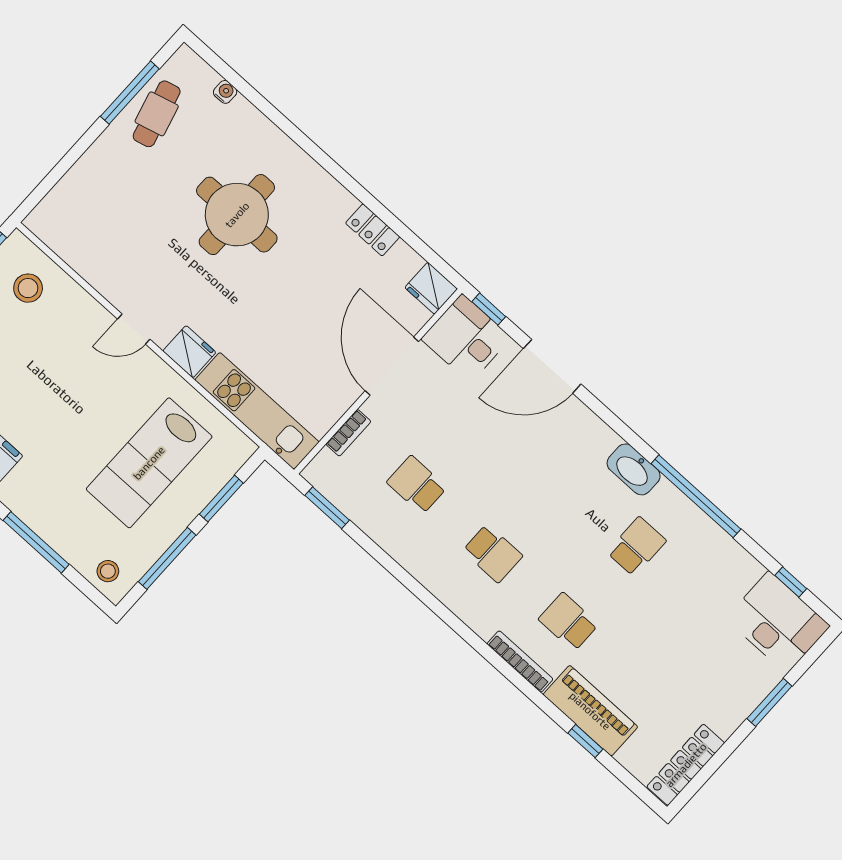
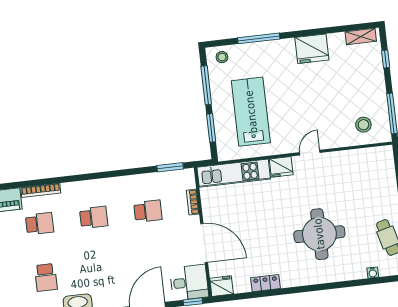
school desk: (493, 553) -> (94, 217), turned 180

